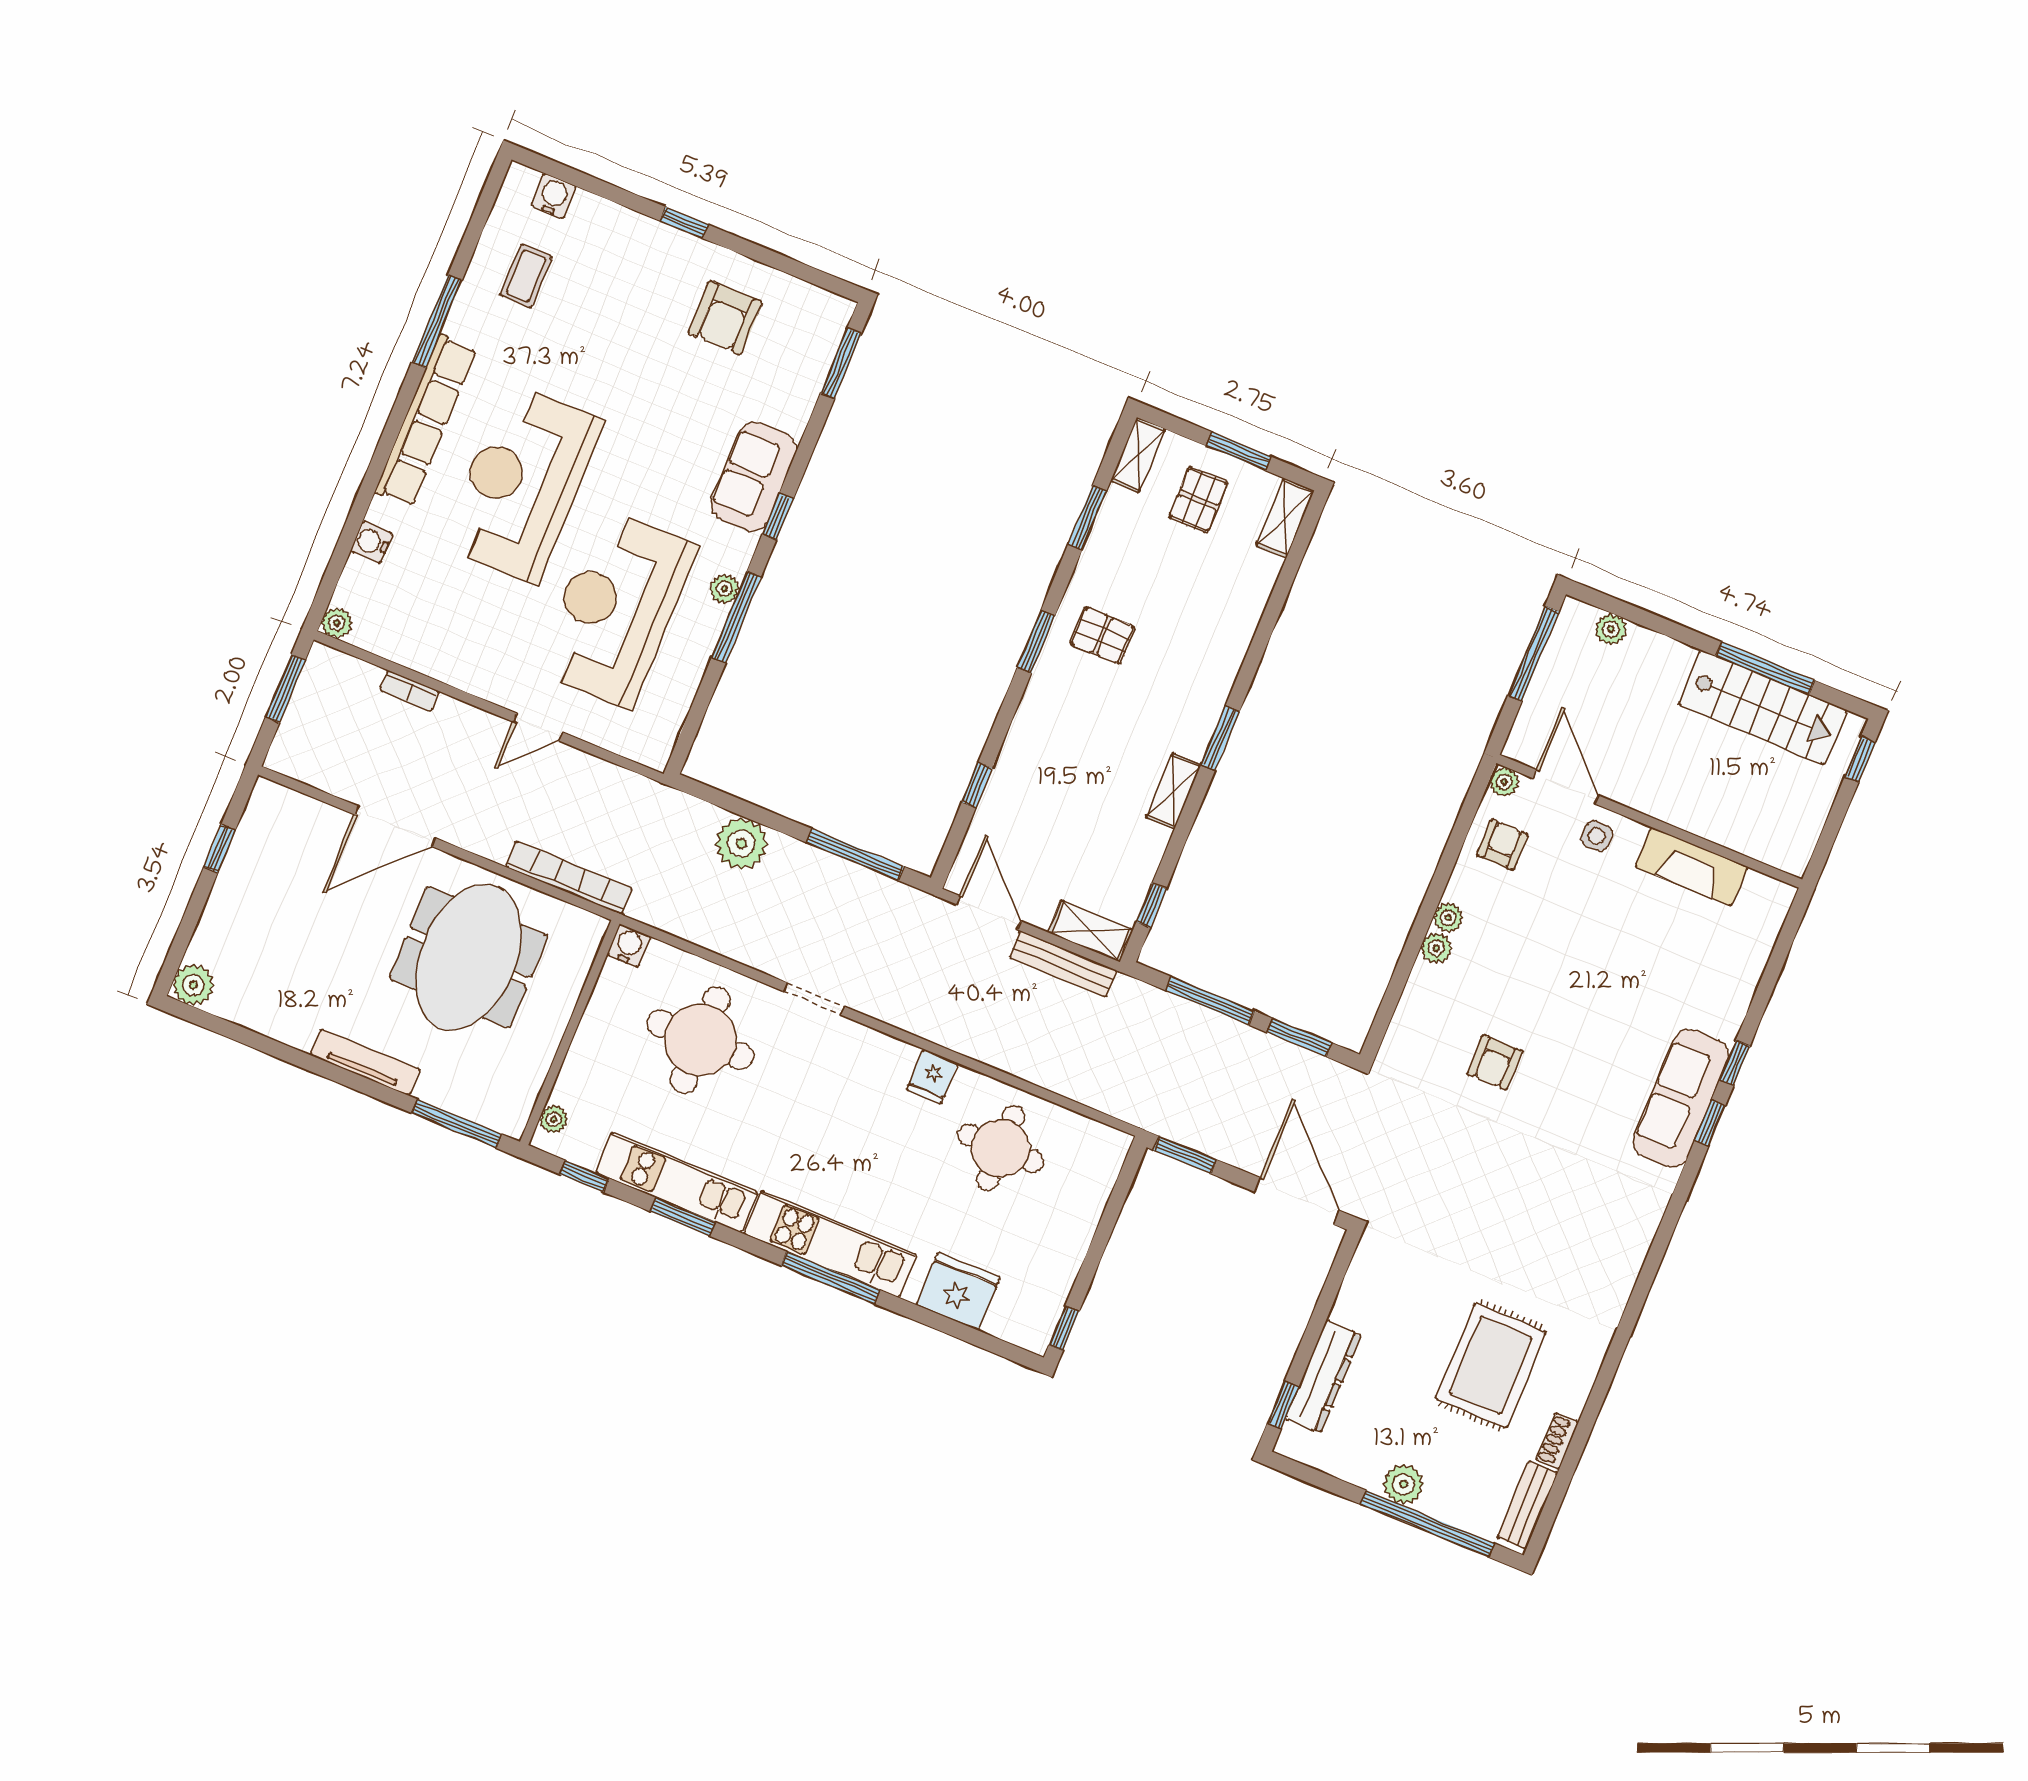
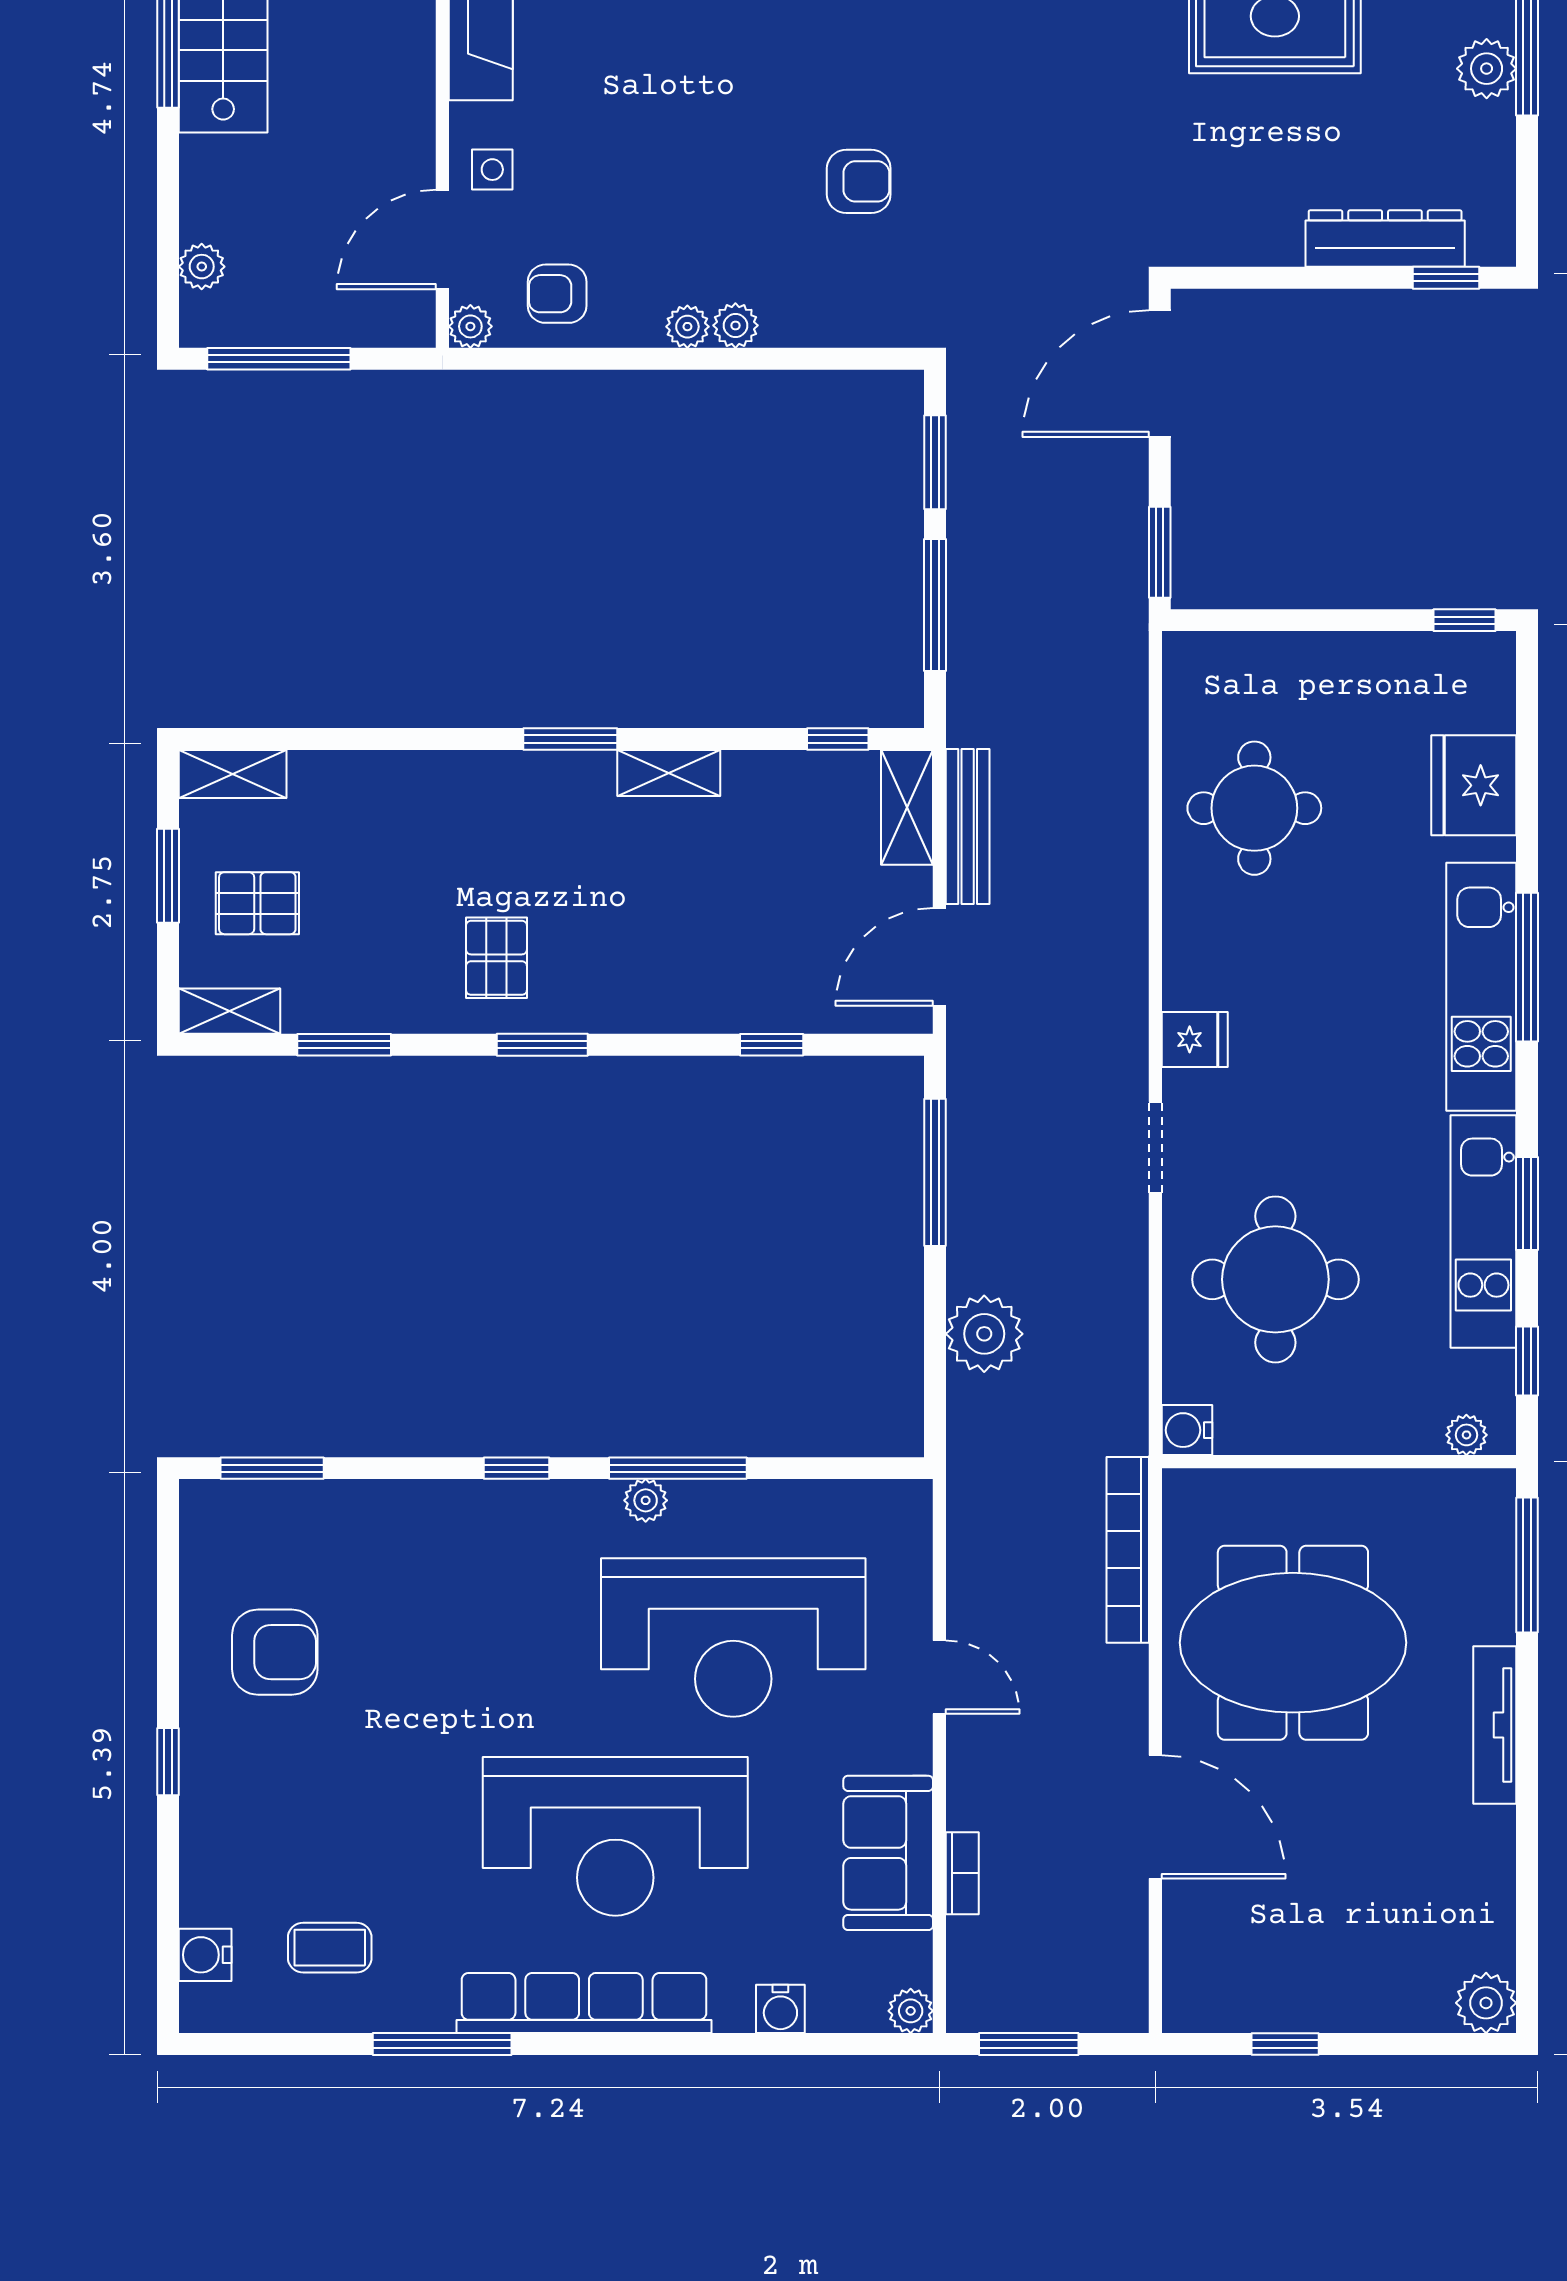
sofa: (754, 477) -> (888, 1853), moved, turned 90
fridge: (932, 1076) -> (1195, 1039), moved

